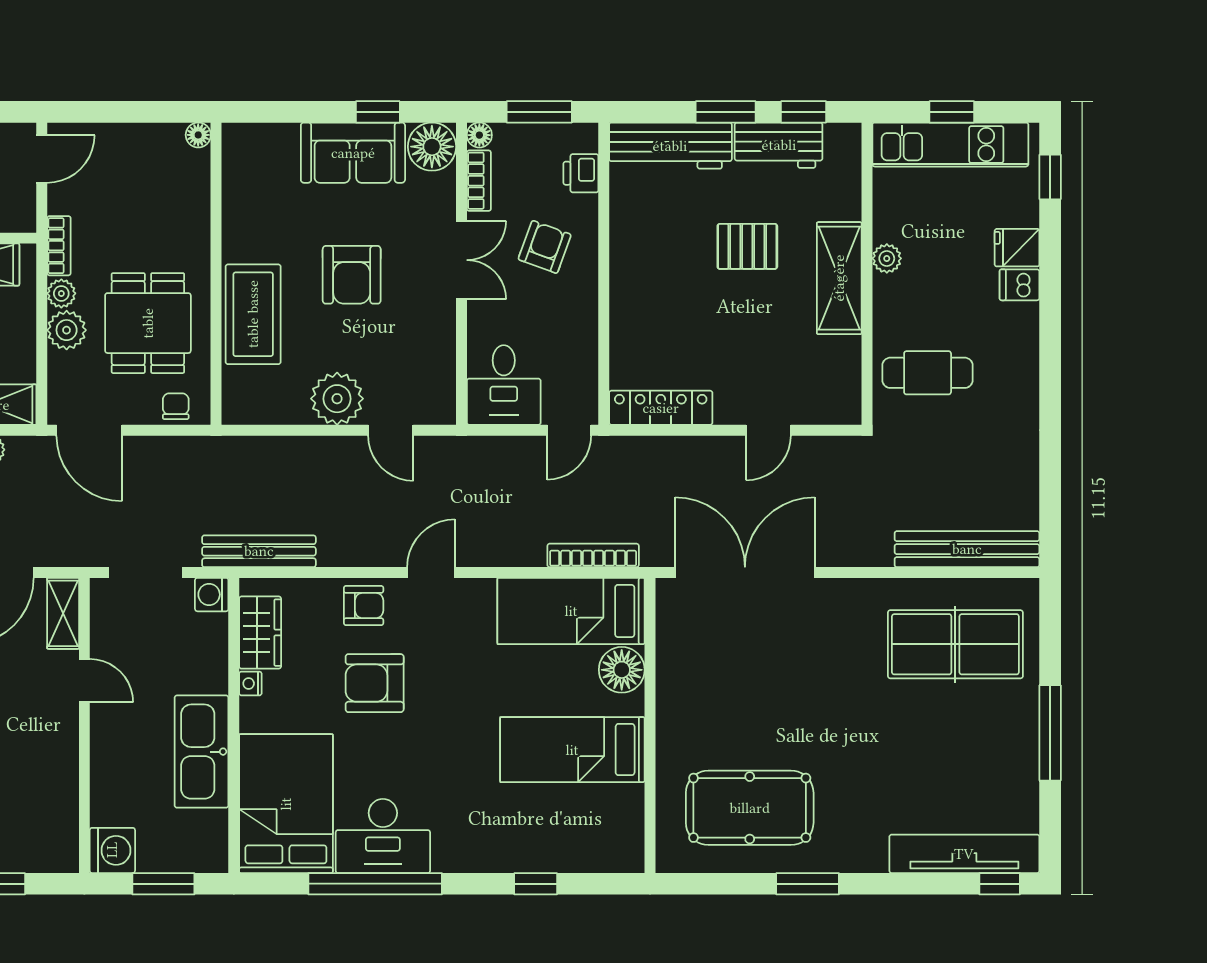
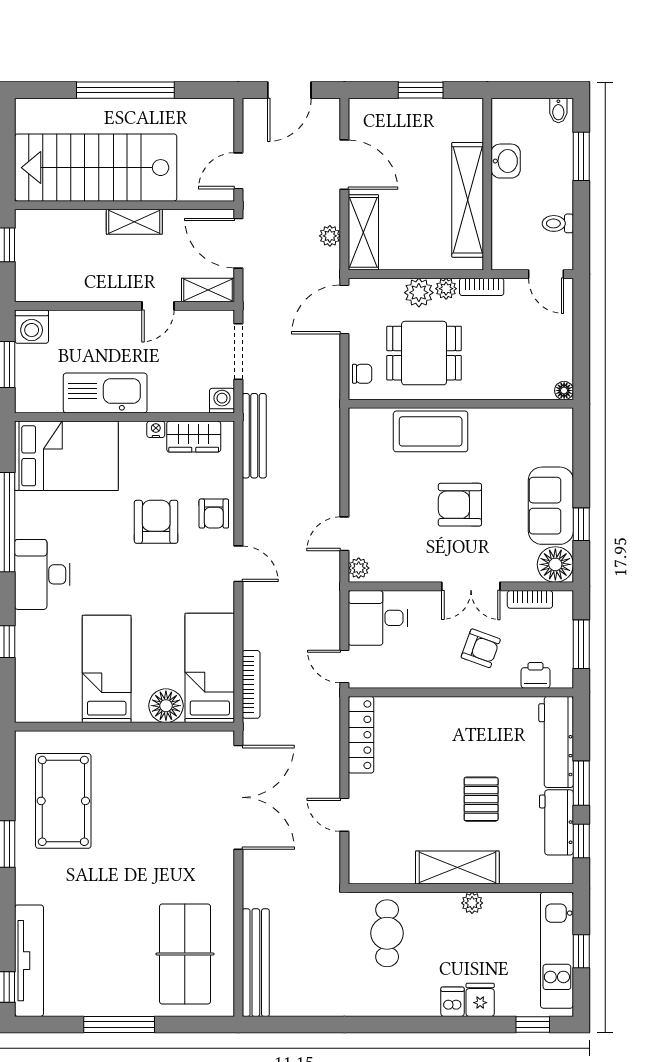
floor lamp: (479, 135) -> (564, 600), removed
plant: (337, 399) -> (359, 568), moved, width x0.53, depth x0.53
desk: (383, 836) -> (42, 574), moved

